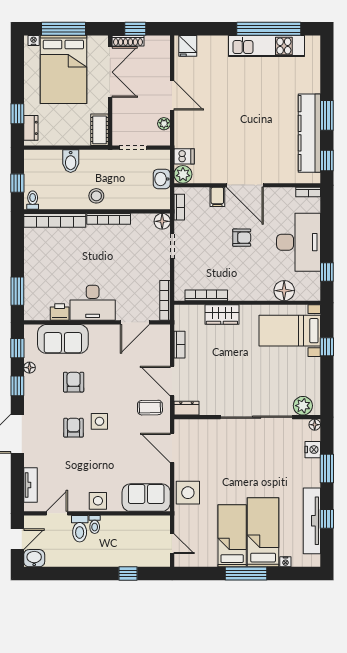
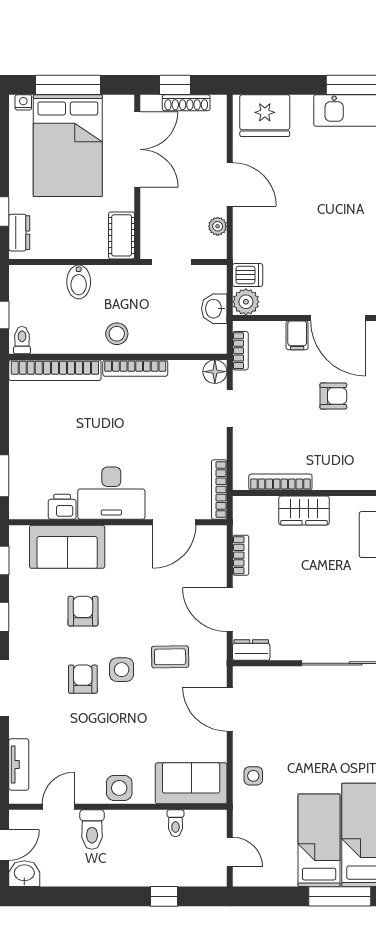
shoe rack: (128, 41) -> (186, 103), moved
fridge: (188, 46) -> (265, 116), width x1.88, depth x1.34
floor lamp: (29, 368) -> (17, 590), removed
coffee table: (150, 408) -> (170, 657), moved
side table: (188, 493) -> (253, 776), width x0.54, depth x0.54
toilet: (95, 524) -> (175, 823), moved

